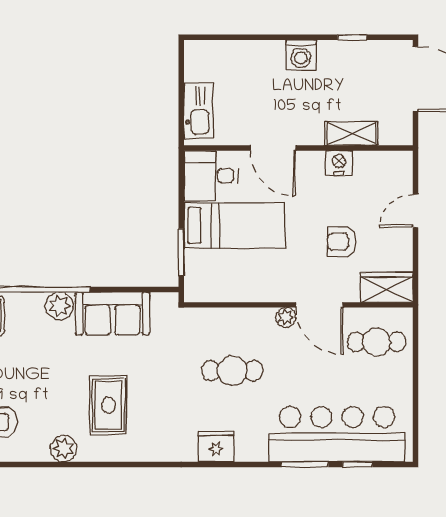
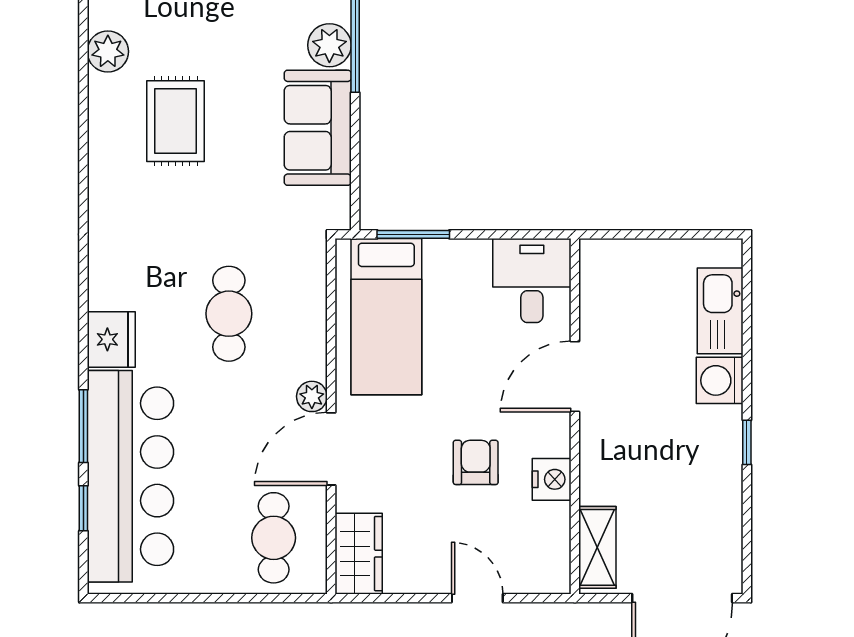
window: (352, 37) -> (747, 442), moved
washing machine: (301, 55) -> (720, 380), moved
kitchen sink: (198, 111) -> (720, 311), moved, turned 90
shelving: (351, 133) -> (597, 547), moved
bed: (234, 225) -> (386, 317), moved
armchair: (342, 242) -> (476, 462), moved
rug: (108, 405) -> (176, 121), turned 90
fridge: (216, 446) -> (111, 339), moved

